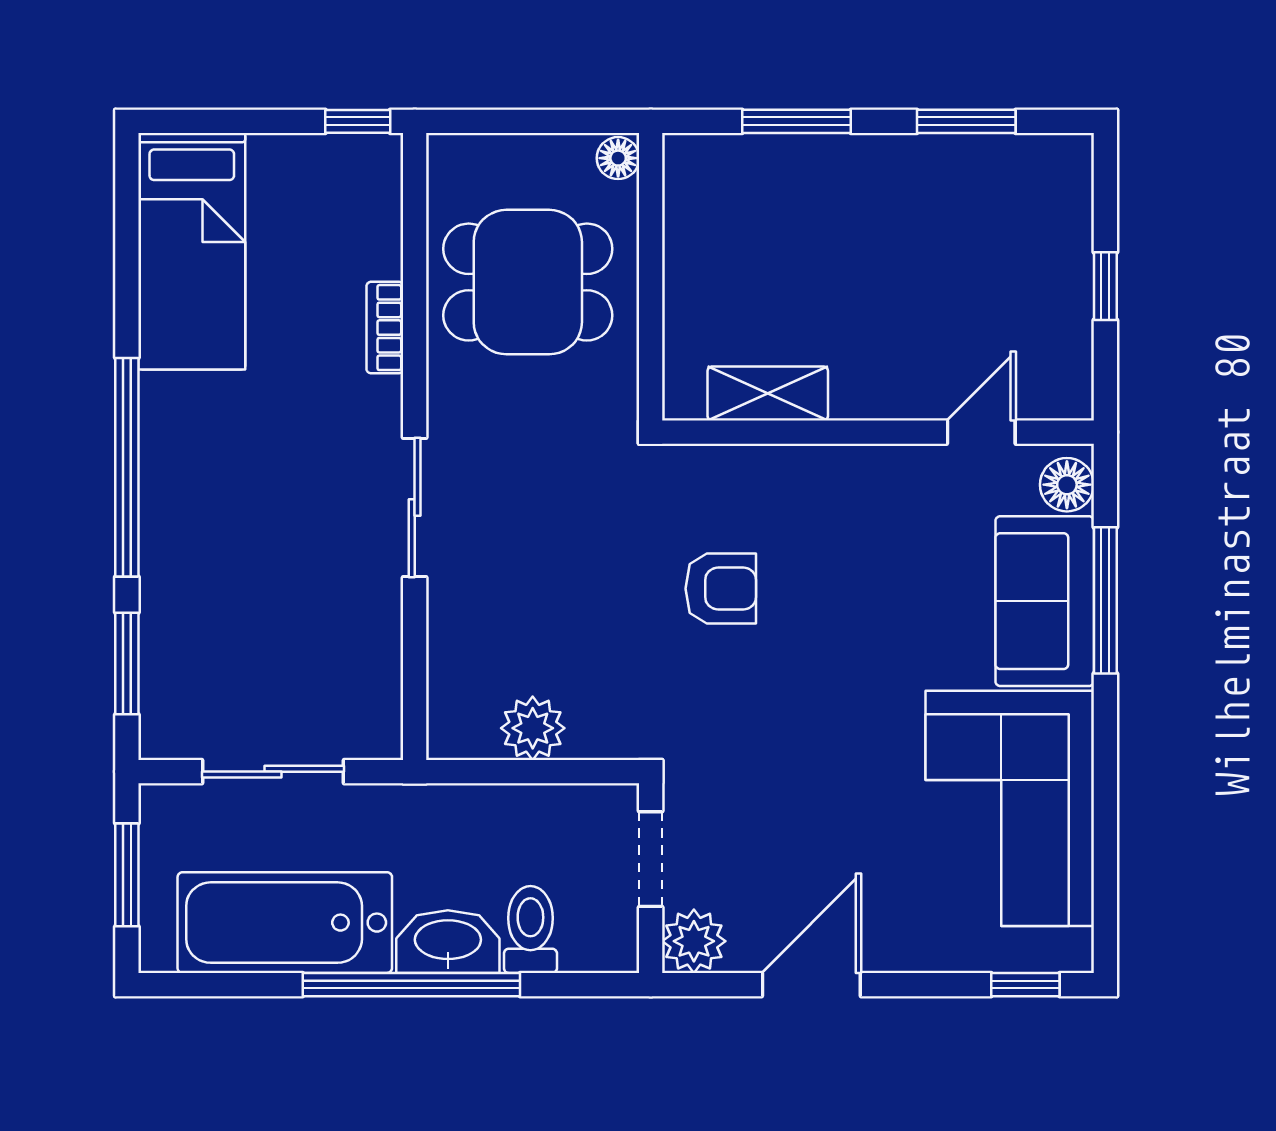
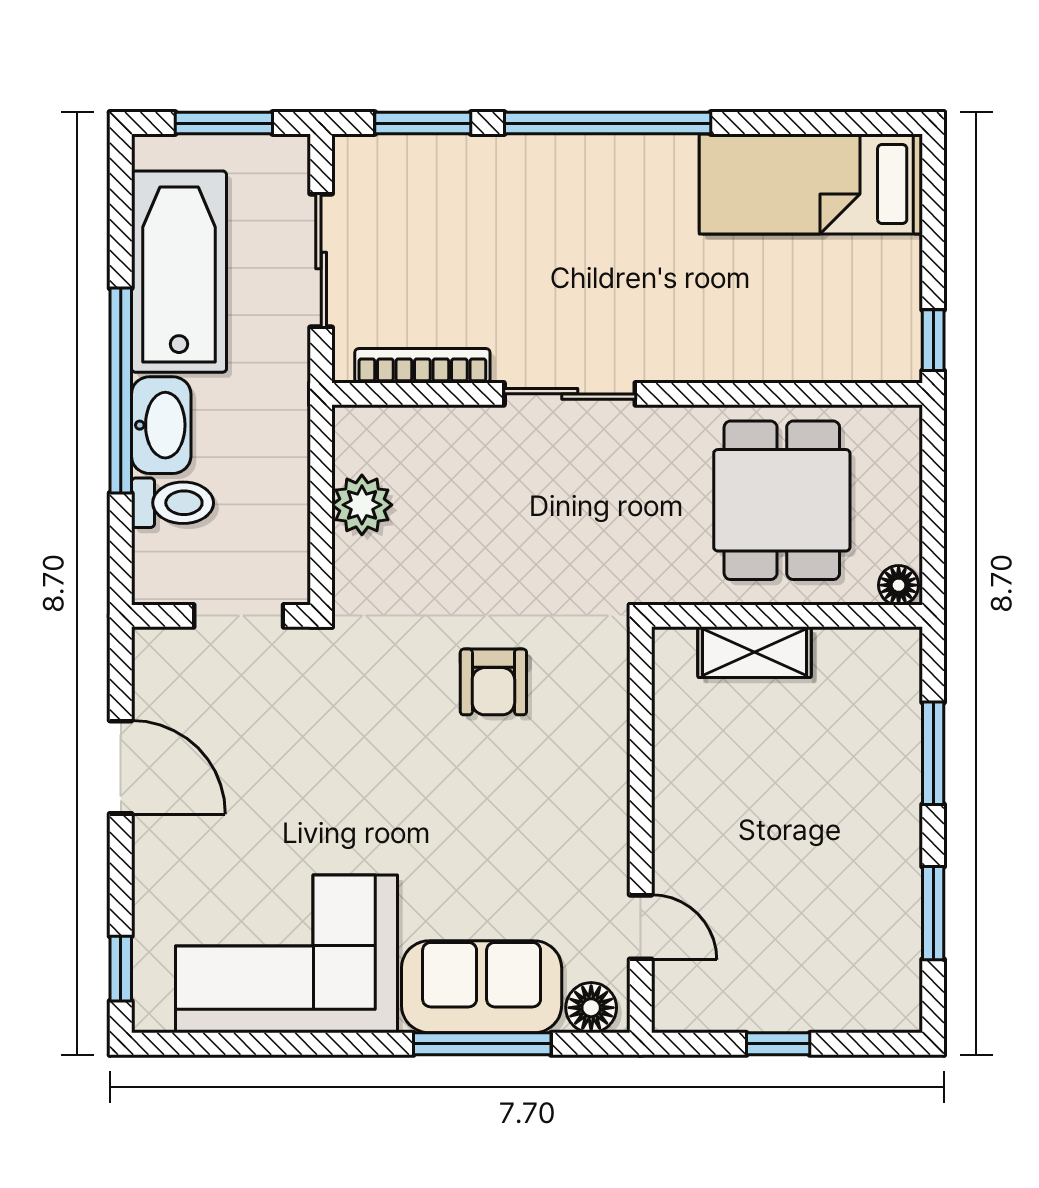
bookcase: (385, 328) -> (422, 366), moved, width x1.56
shelving: (768, 393) -> (755, 652), moved, turned 90
plant: (694, 941) -> (161, 657), removed

